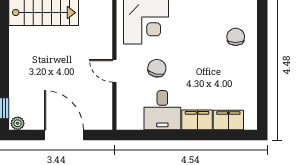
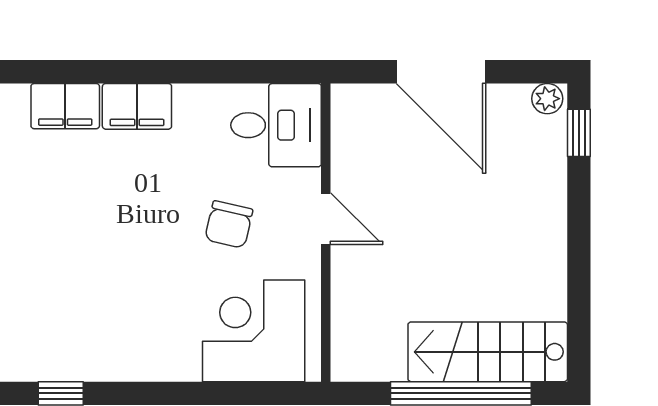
chair: (236, 37) -> (49, 296), removed
desk: (162, 110) -> (276, 125), moved, turned 90

